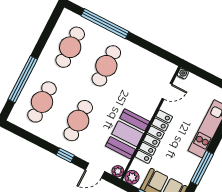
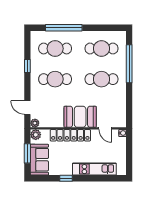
booth: (128, 134) -> (80, 117), moved
window: (65, 155) -> (27, 66), moved
window: (202, 168) -> (66, 178), width x0.46

